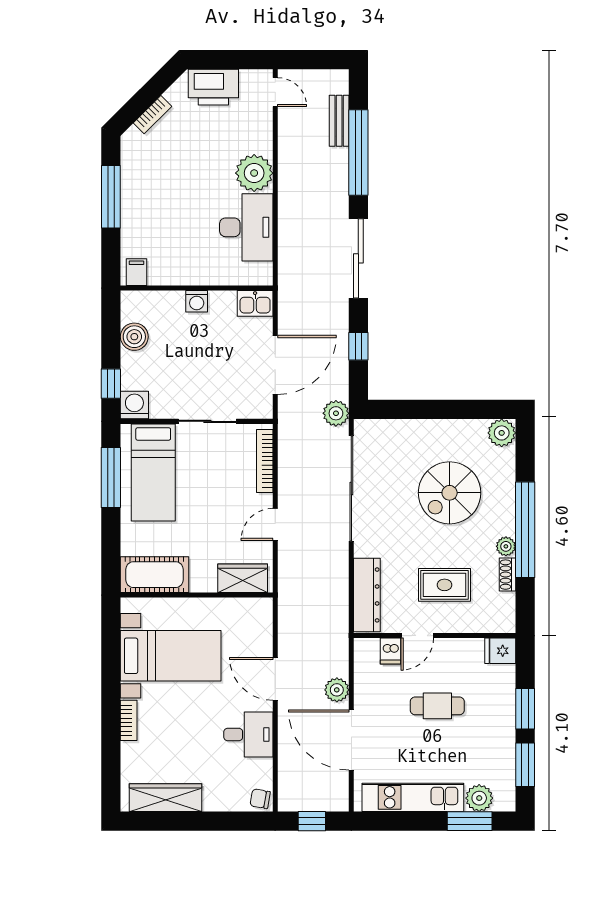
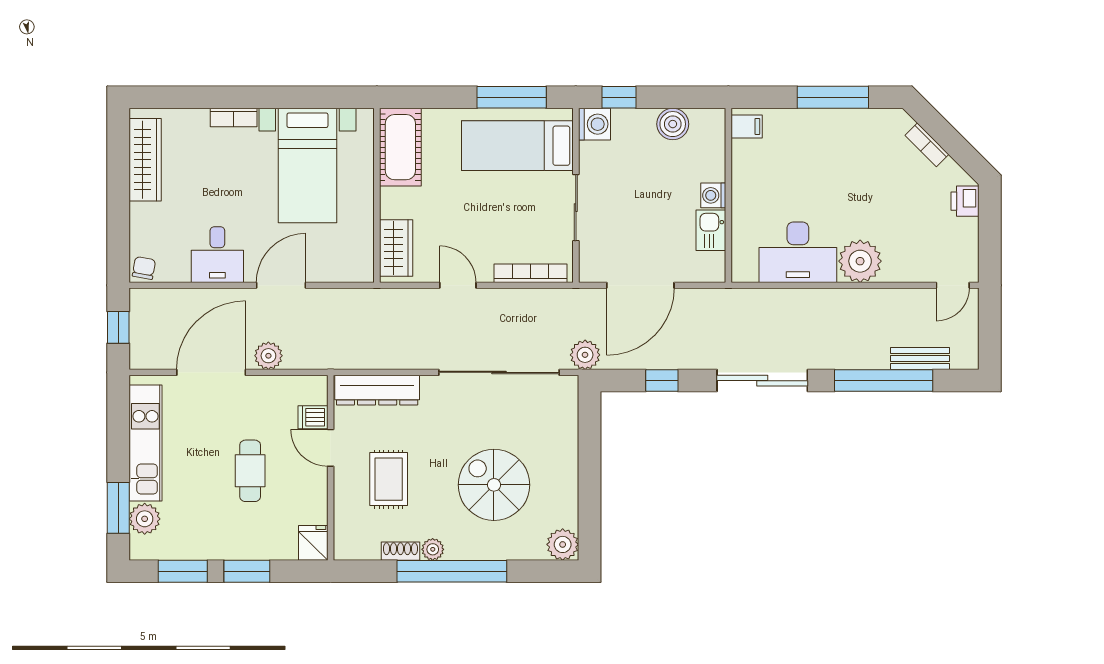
printer: (213, 87) -> (965, 201), width x0.53, depth x0.68
kitchen sink: (255, 303) -> (711, 230), moved
door: (275, 365) -> (640, 285), hinge flipped

